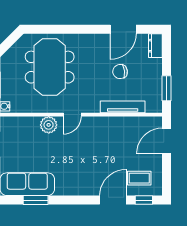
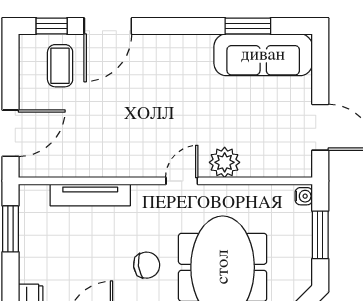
chair: (120, 72) -> (147, 265), moved
coffee table: (139, 178) -> (60, 66), turned 90

